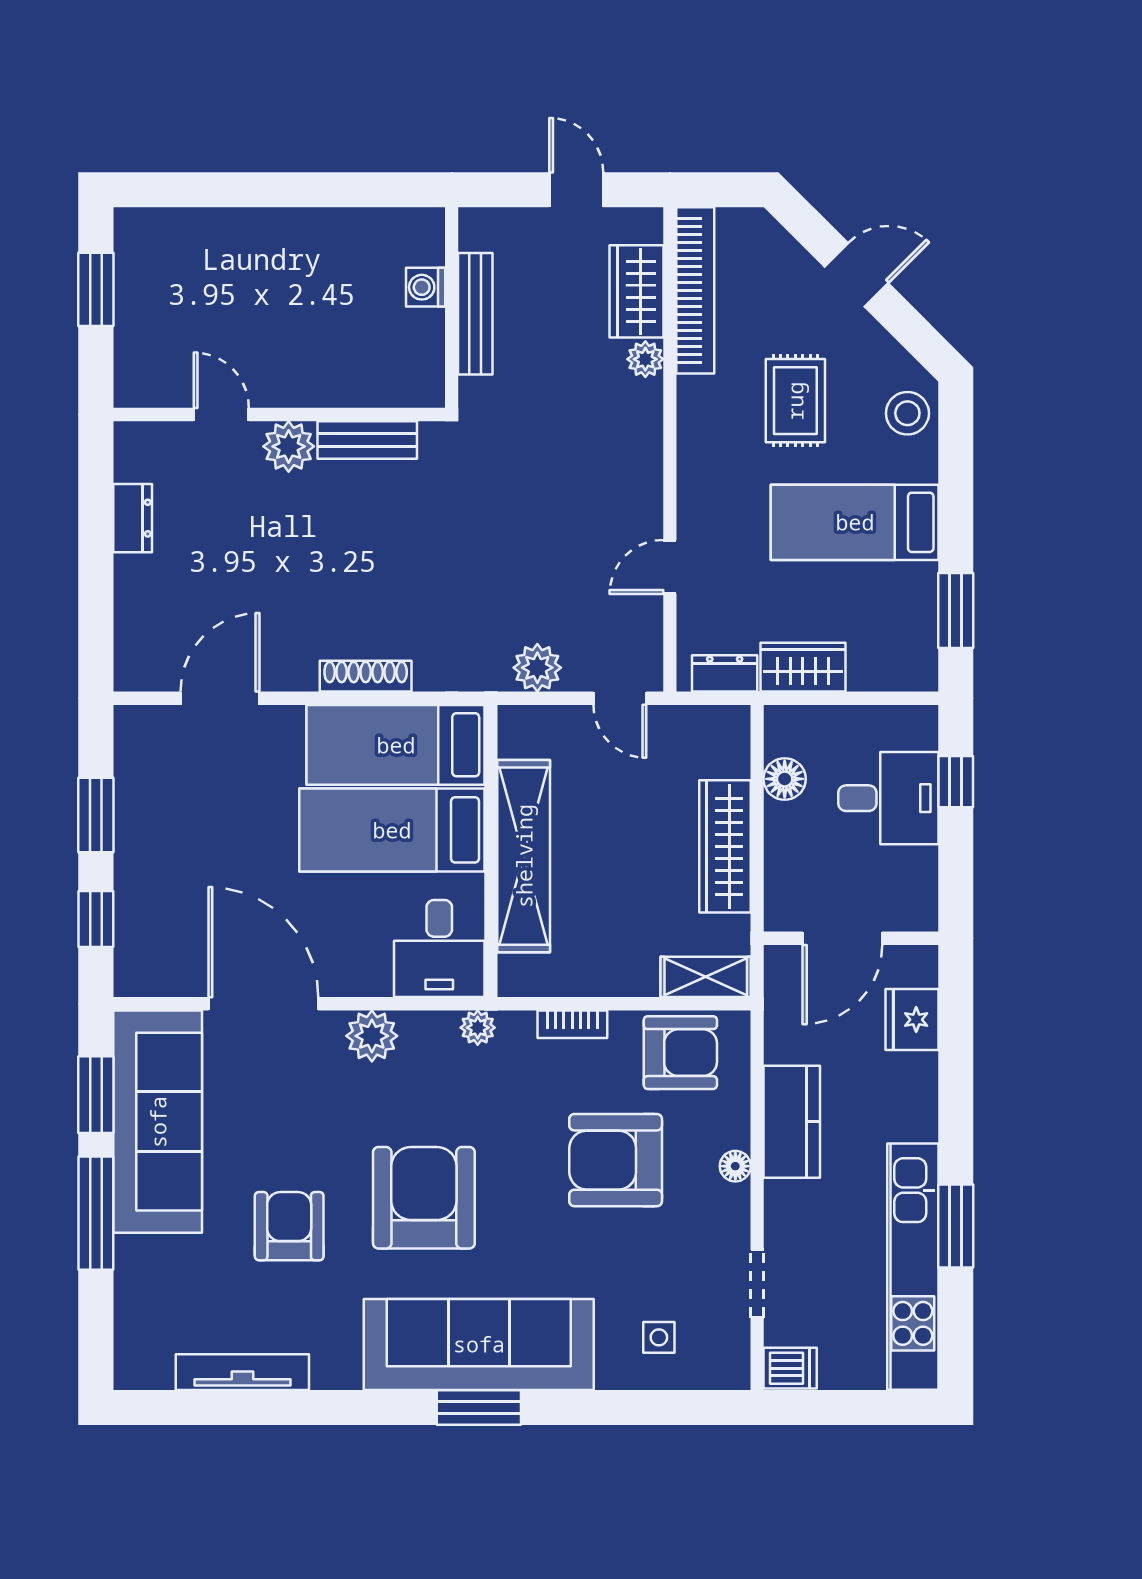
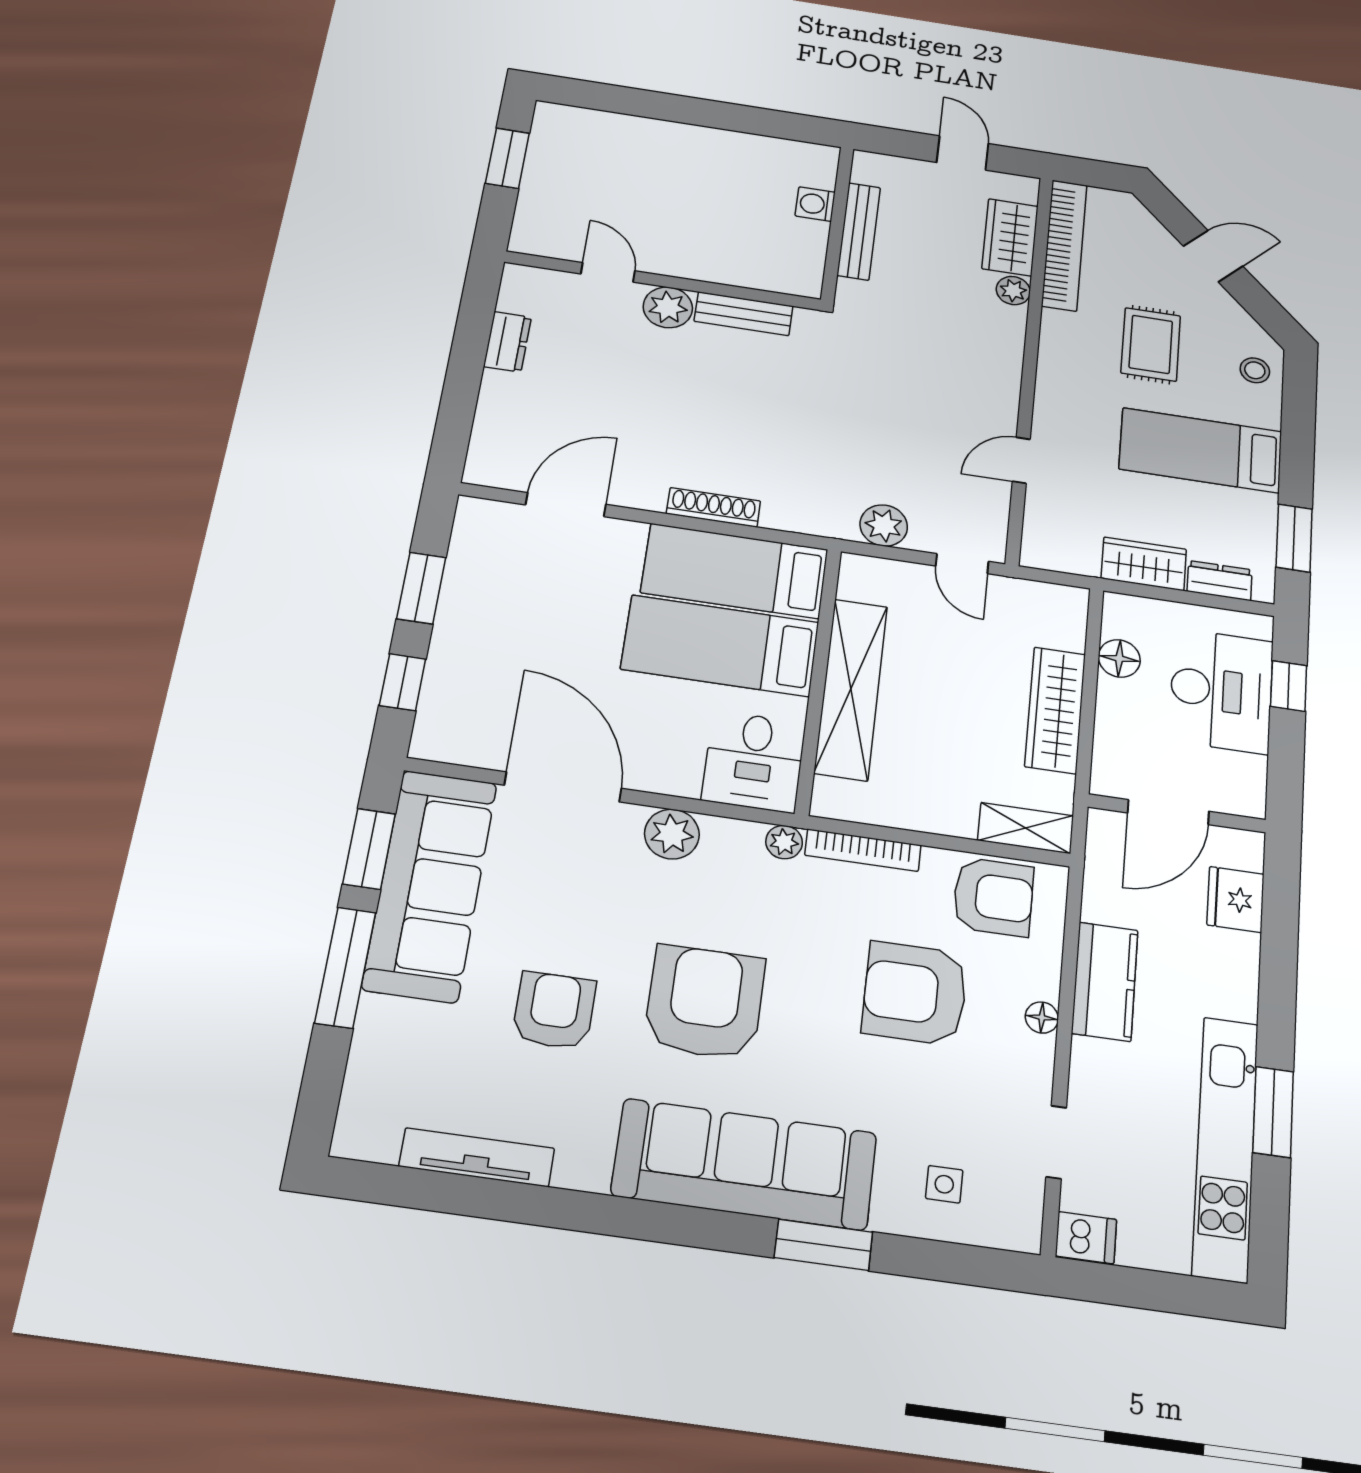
stool: (907, 413) -> (1255, 370), width x0.73, depth x0.73
dresser: (725, 673) -> (1220, 581), moved
desk: (888, 798) -> (1221, 691), width x1.37
bookcase: (572, 1024) -> (863, 850), width x1.56
window: (479, 1407) -> (823, 1245), moved

